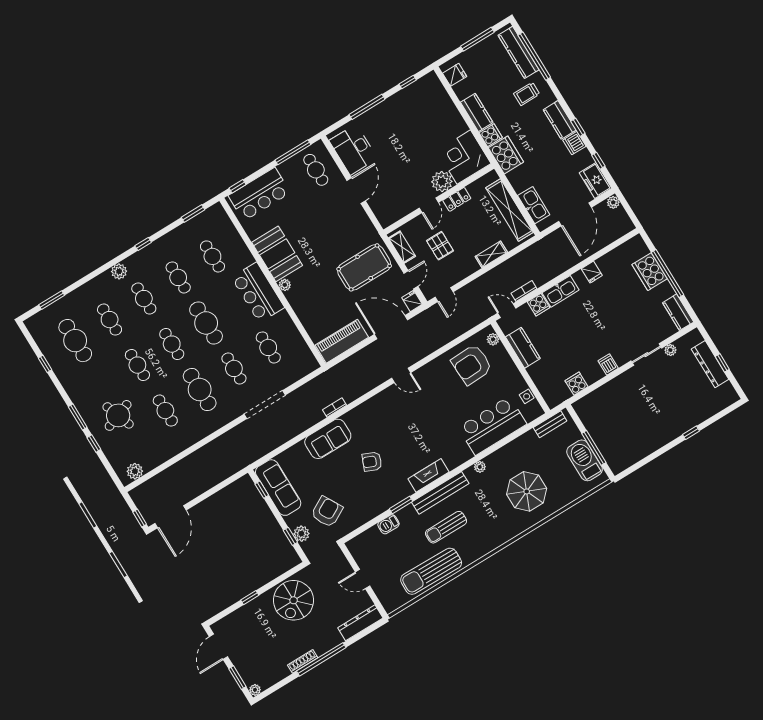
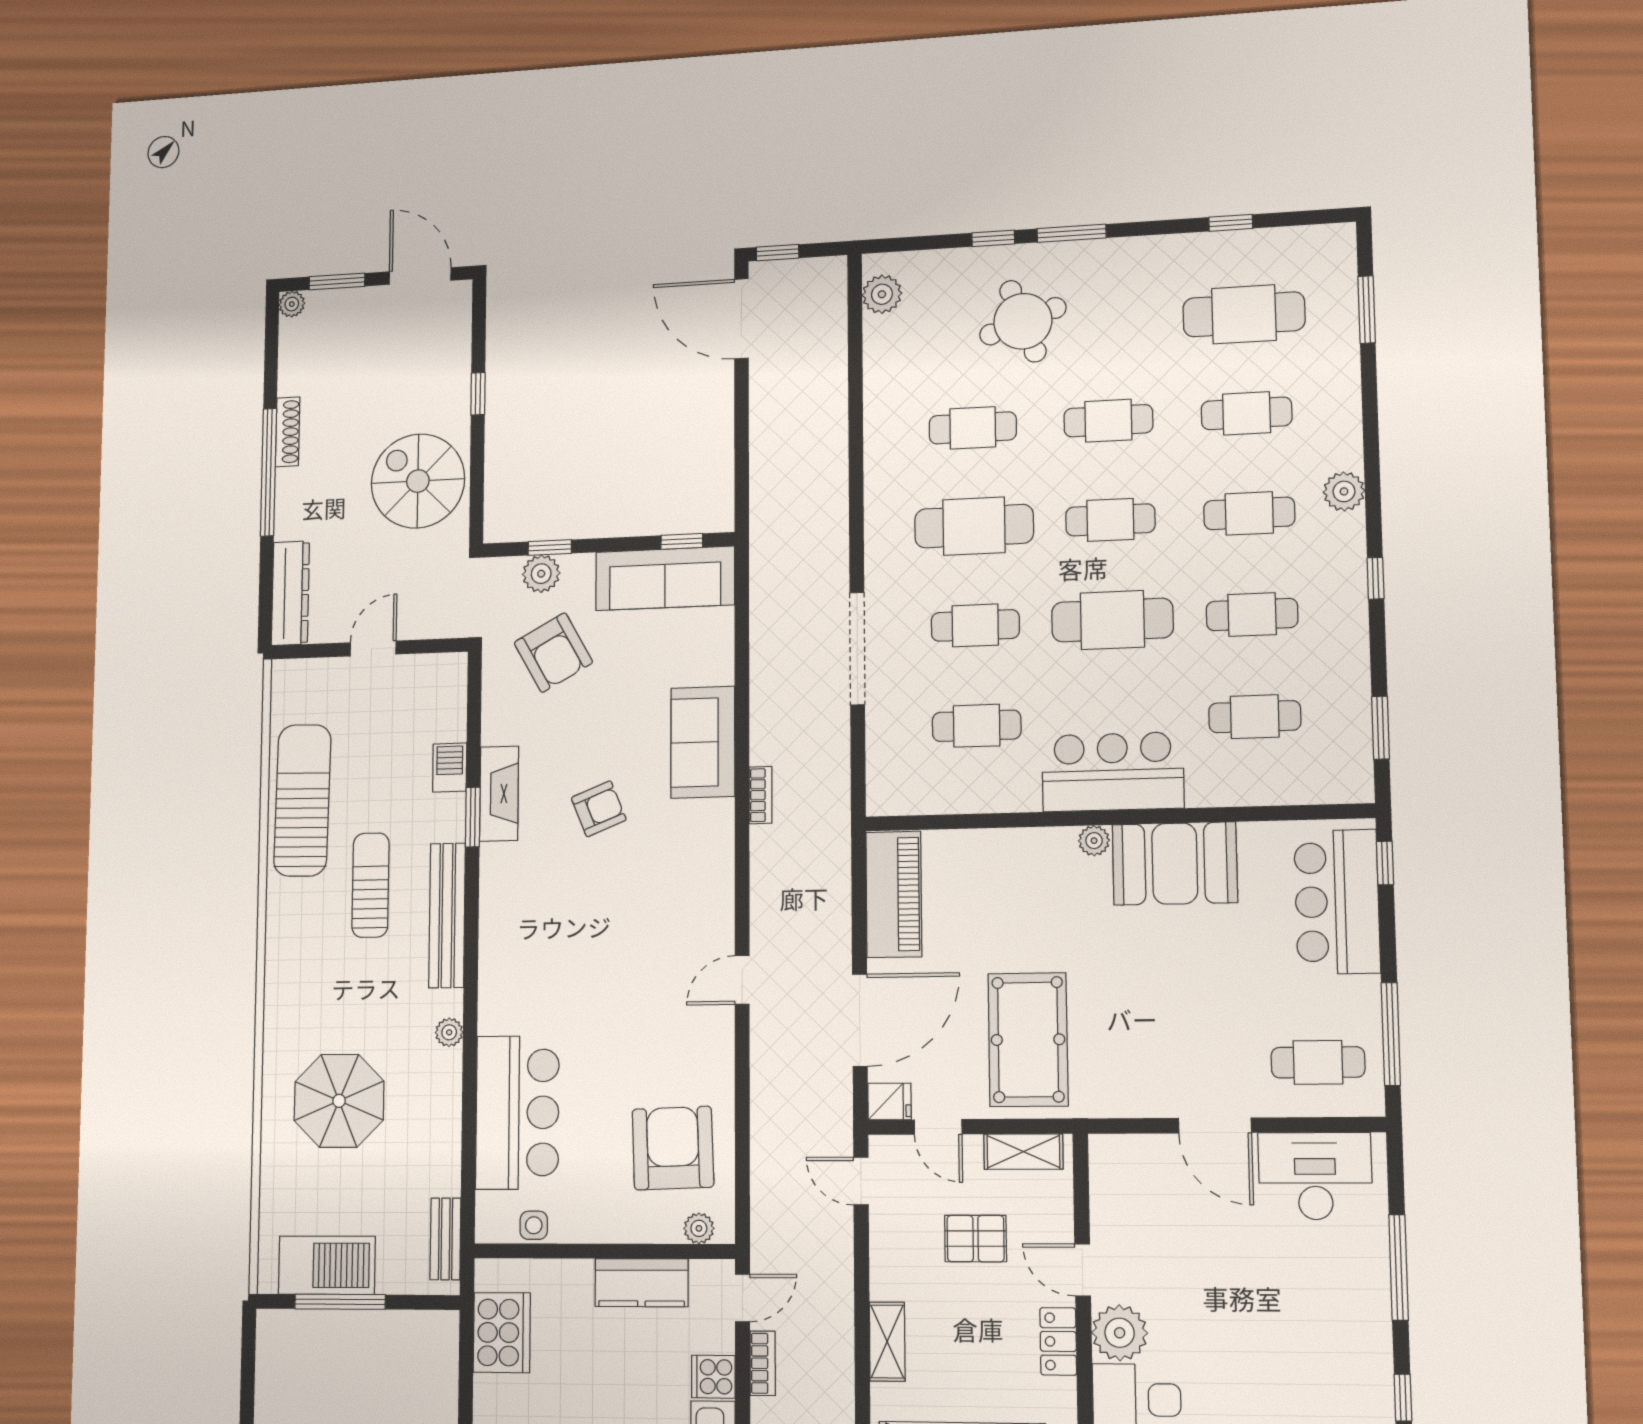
cooker: (577, 384) -> (502, 1333), width x1.87, depth x1.31
armchair: (372, 462) -> (599, 809), turned 45
fireplace: (428, 475) -> (499, 794), moved

